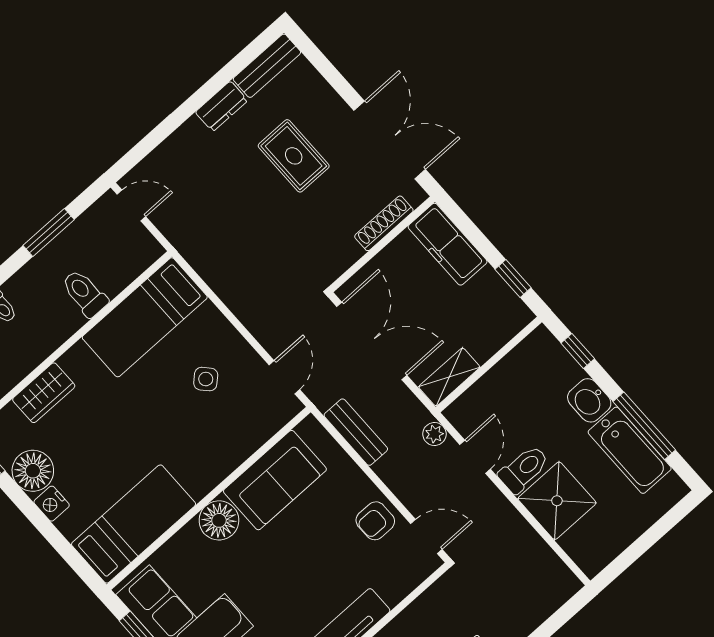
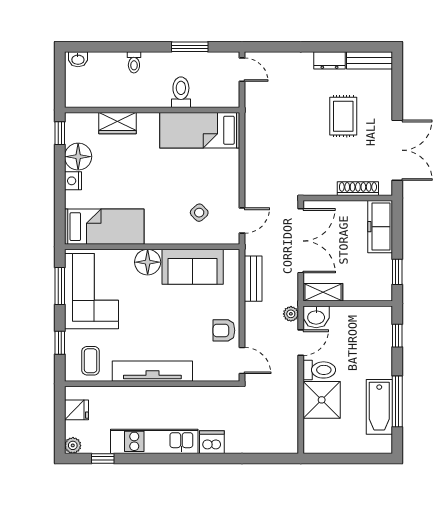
side table: (206, 379) -> (199, 213), moved
washbasin: (589, 400) -> (316, 317), moved, turned -90

